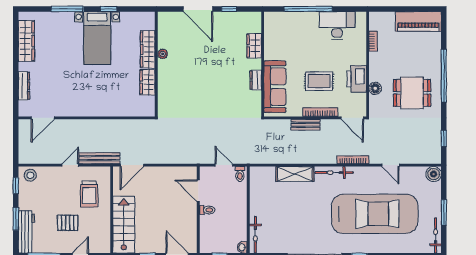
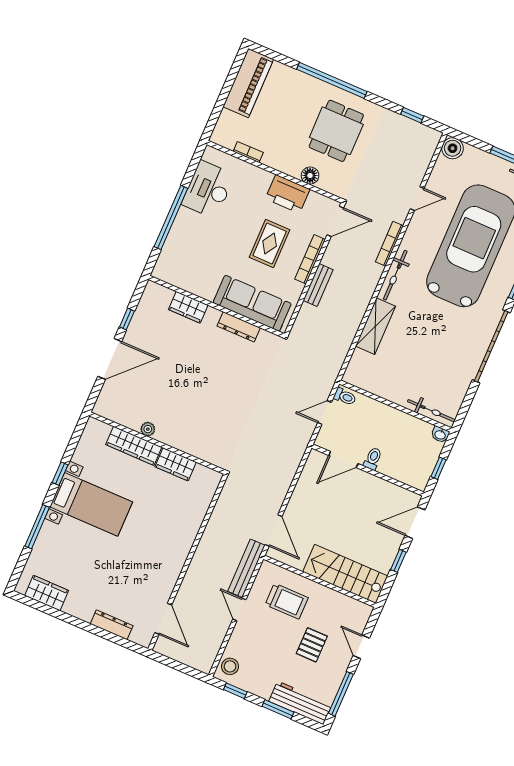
wardrobe: (26, 41) -> (47, 593), width x0.67
dresser: (256, 80) -> (239, 327), width x1.44

